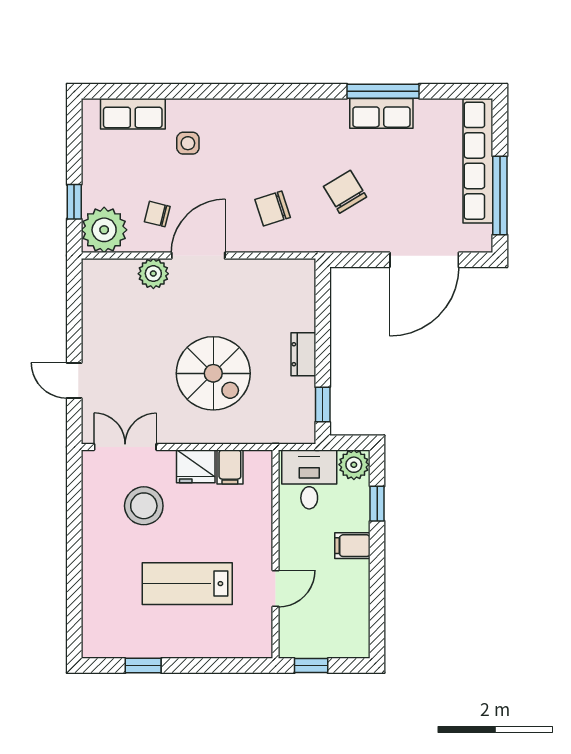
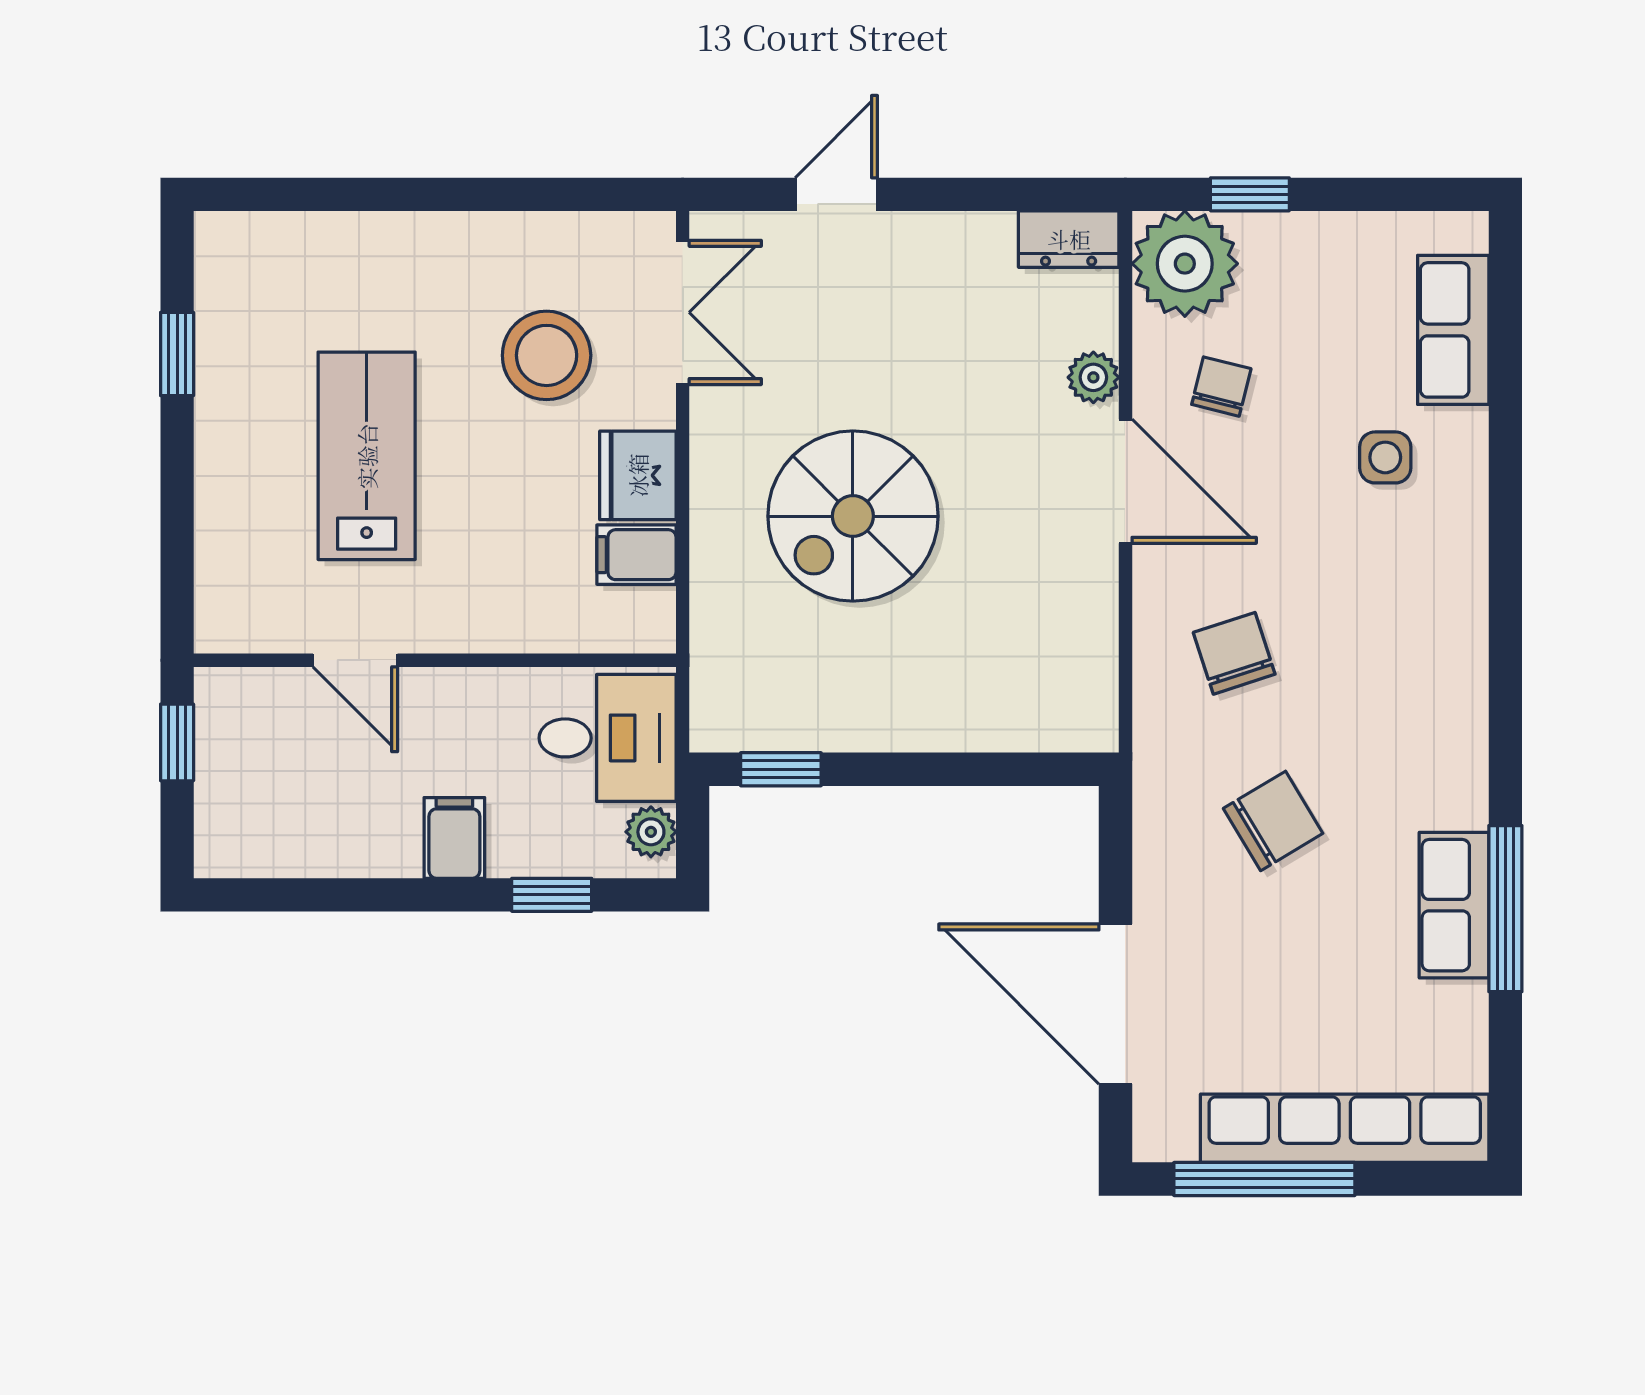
plant: (153, 274) -> (1093, 377), width x0.73, depth x0.73
dresser: (303, 354) -> (1069, 239), moved, turned 180
plant: (354, 465) -> (651, 832), width x0.73, depth x0.73

